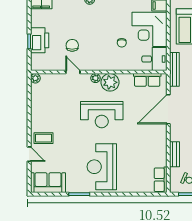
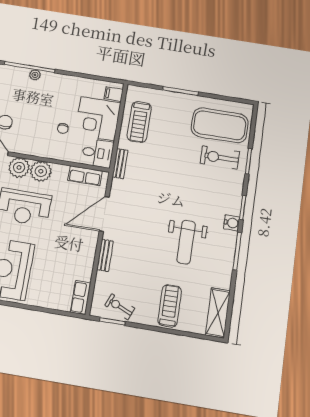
bench: (174, 69) -> (120, 164), width x0.73
plant: (95, 78) -> (19, 168), width x1.87, depth x1.87
bench: (175, 154) -> (105, 255), moved

